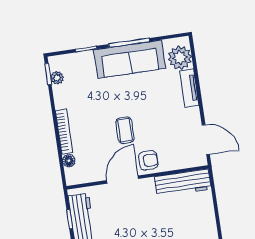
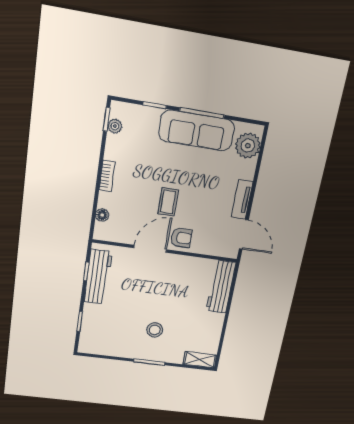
tv unit: (189, 88) -> (242, 199), moved
bookcase: (64, 131) -> (107, 176), width x0.64
workbench: (183, 183) -> (221, 287), moved, turned 90

